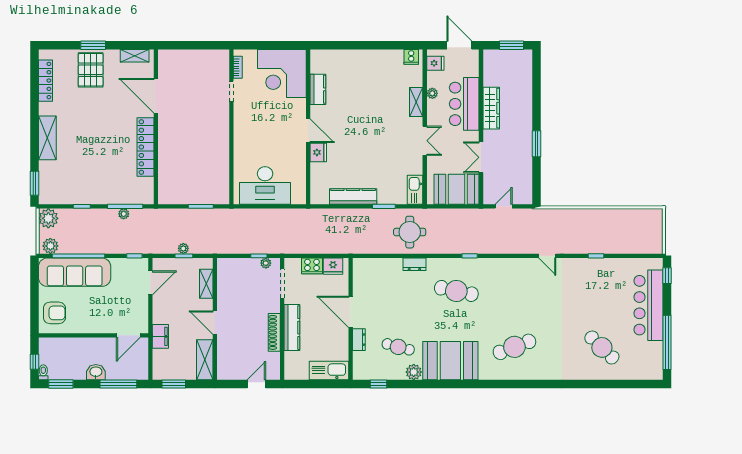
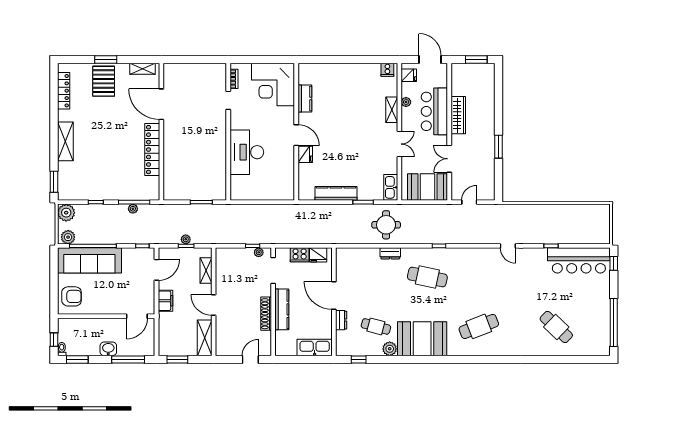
desk: (265, 185) -> (247, 152), moved, turned 90
bar counter: (648, 305) -> (579, 260), moved, turned -90
filing cabinet: (160, 336) -> (165, 301), moved

